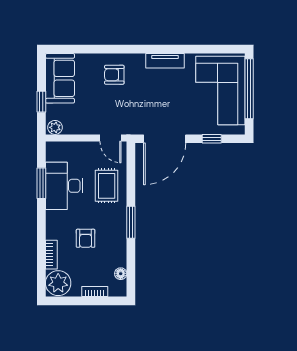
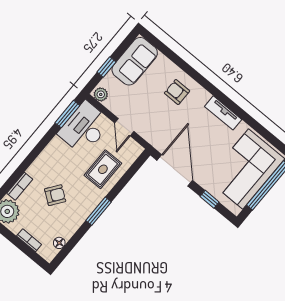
door: (111, 138) -> (124, 127), moved
door: (165, 139) -> (175, 170), swing flipped
window: (41, 183) -> (67, 114), moved
desk: (64, 186) -> (84, 128), moved
armchair: (86, 238) -> (55, 195), turned -144

